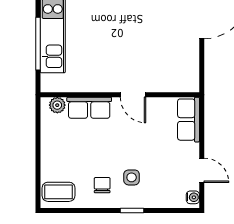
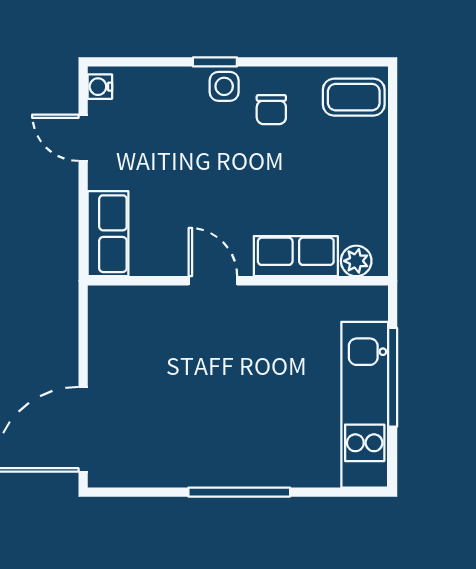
side table: (132, 177) -> (224, 86), moved

